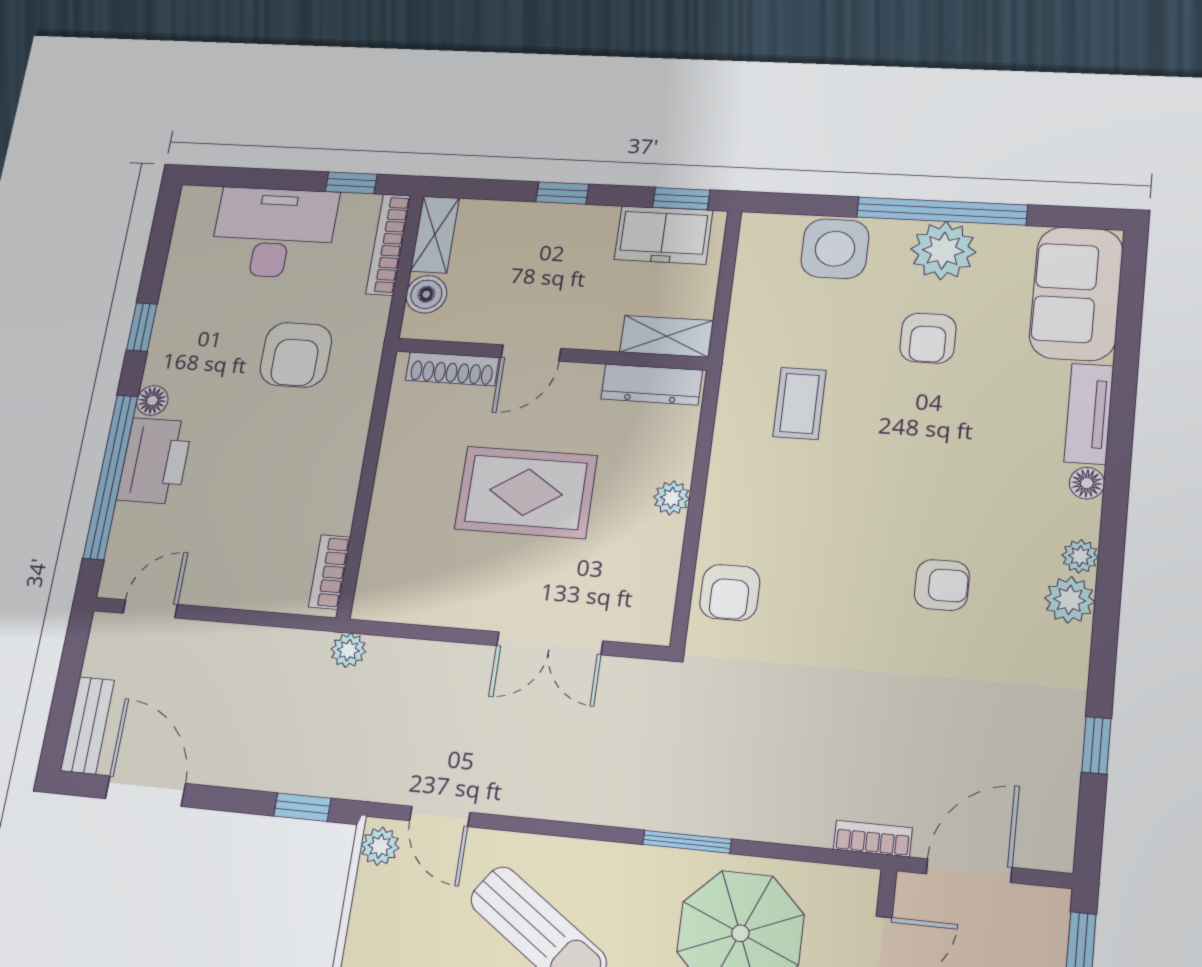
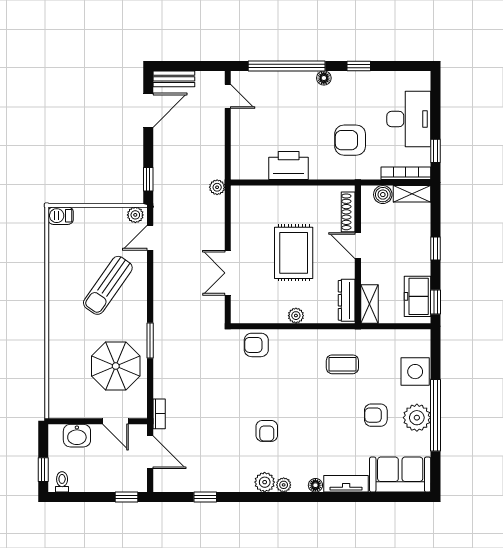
printer: (155, 461) -> (289, 166), moved, turned 180
bookcase: (330, 572) -> (251, 173), removed

